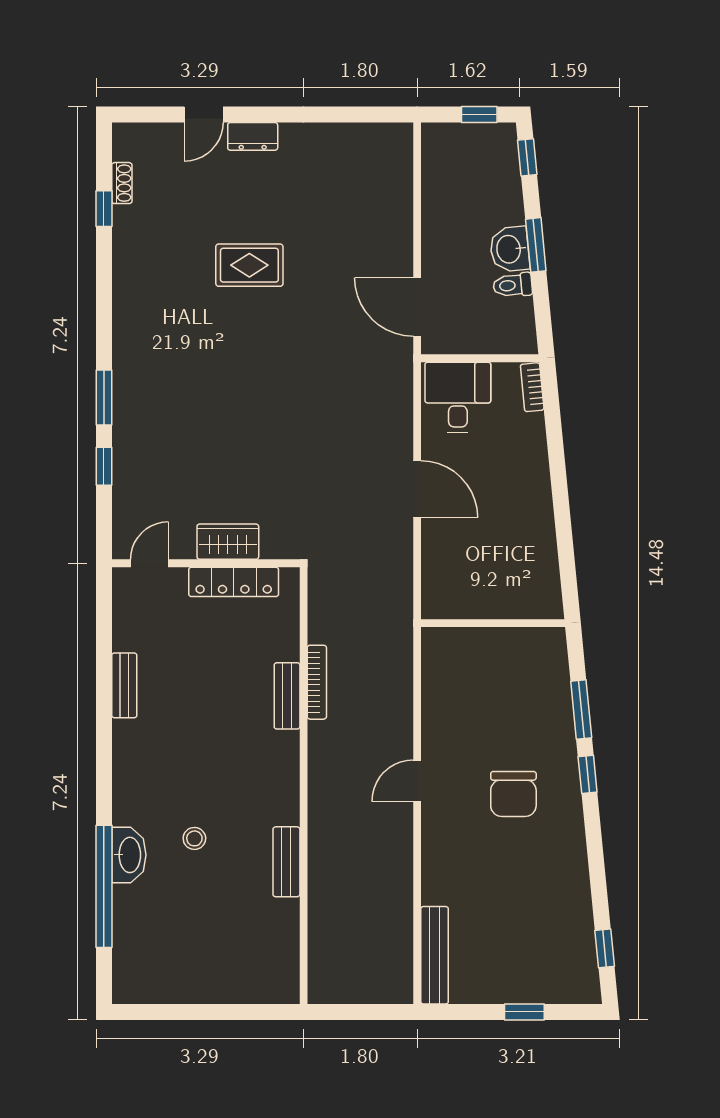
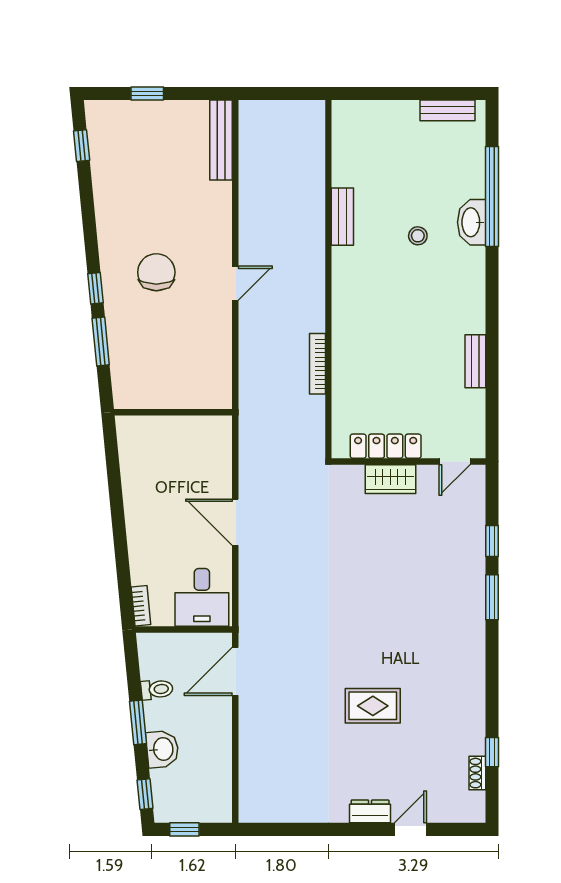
washbasin: (510, 249) -> (162, 749), moved
door: (417, 307) -> (235, 671), swing flipped
bench: (287, 696) -> (448, 110), moved, turned 90

